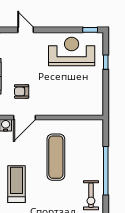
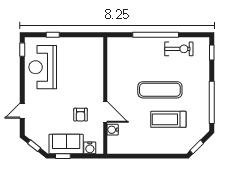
exercise mat: (56, 157) -> (160, 90), moved

